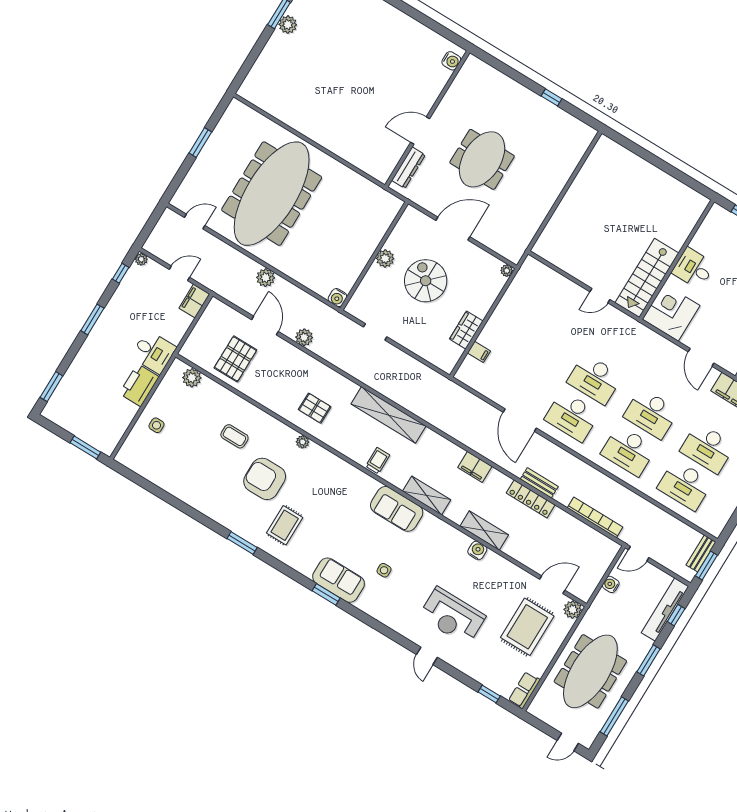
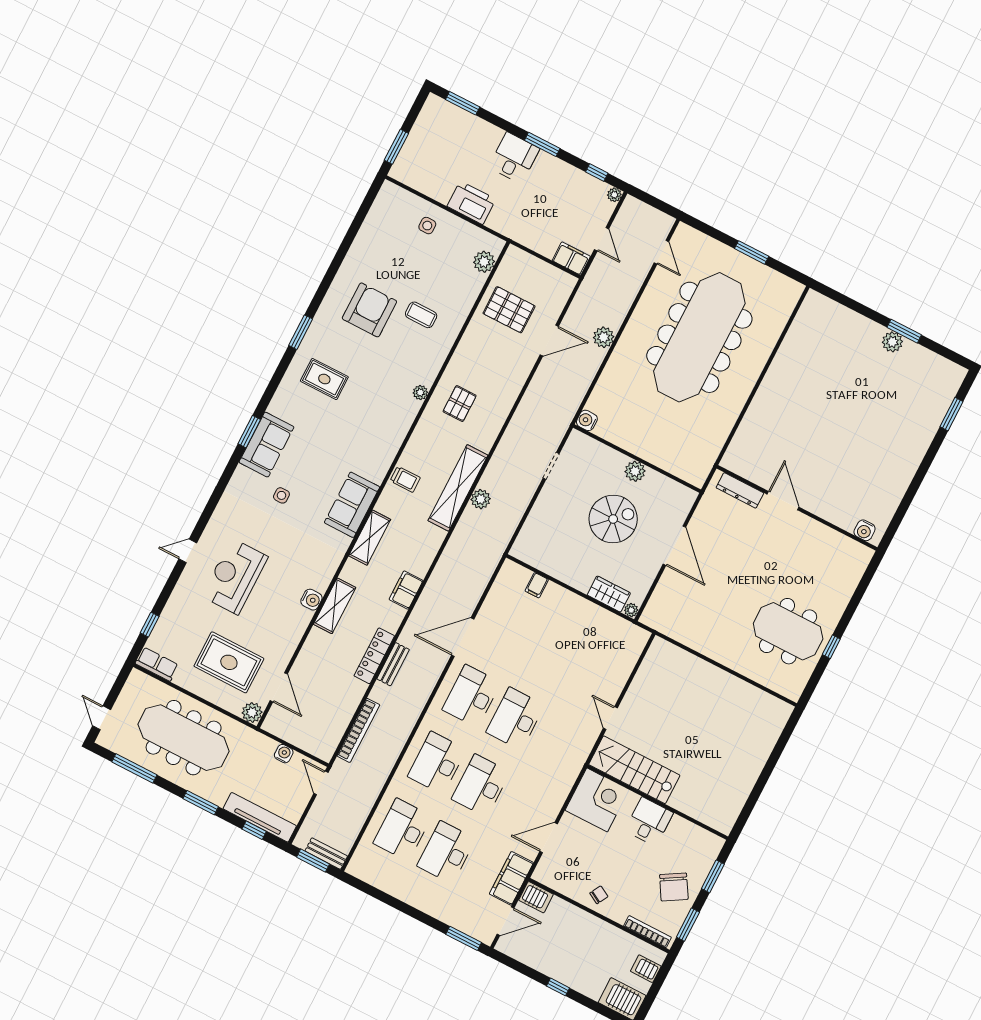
meeting table: (482, 159) -> (788, 631), moved
meeting table: (272, 194) -> (699, 337), turned 90
wardrobe: (466, 330) -> (609, 594), moved
plant: (304, 337) -> (481, 499), moved
desk: (153, 352) -> (514, 158), moved, turned 180
coffee table: (234, 436) -> (421, 315), turned 90
armchair: (265, 479) -> (369, 310), moved

